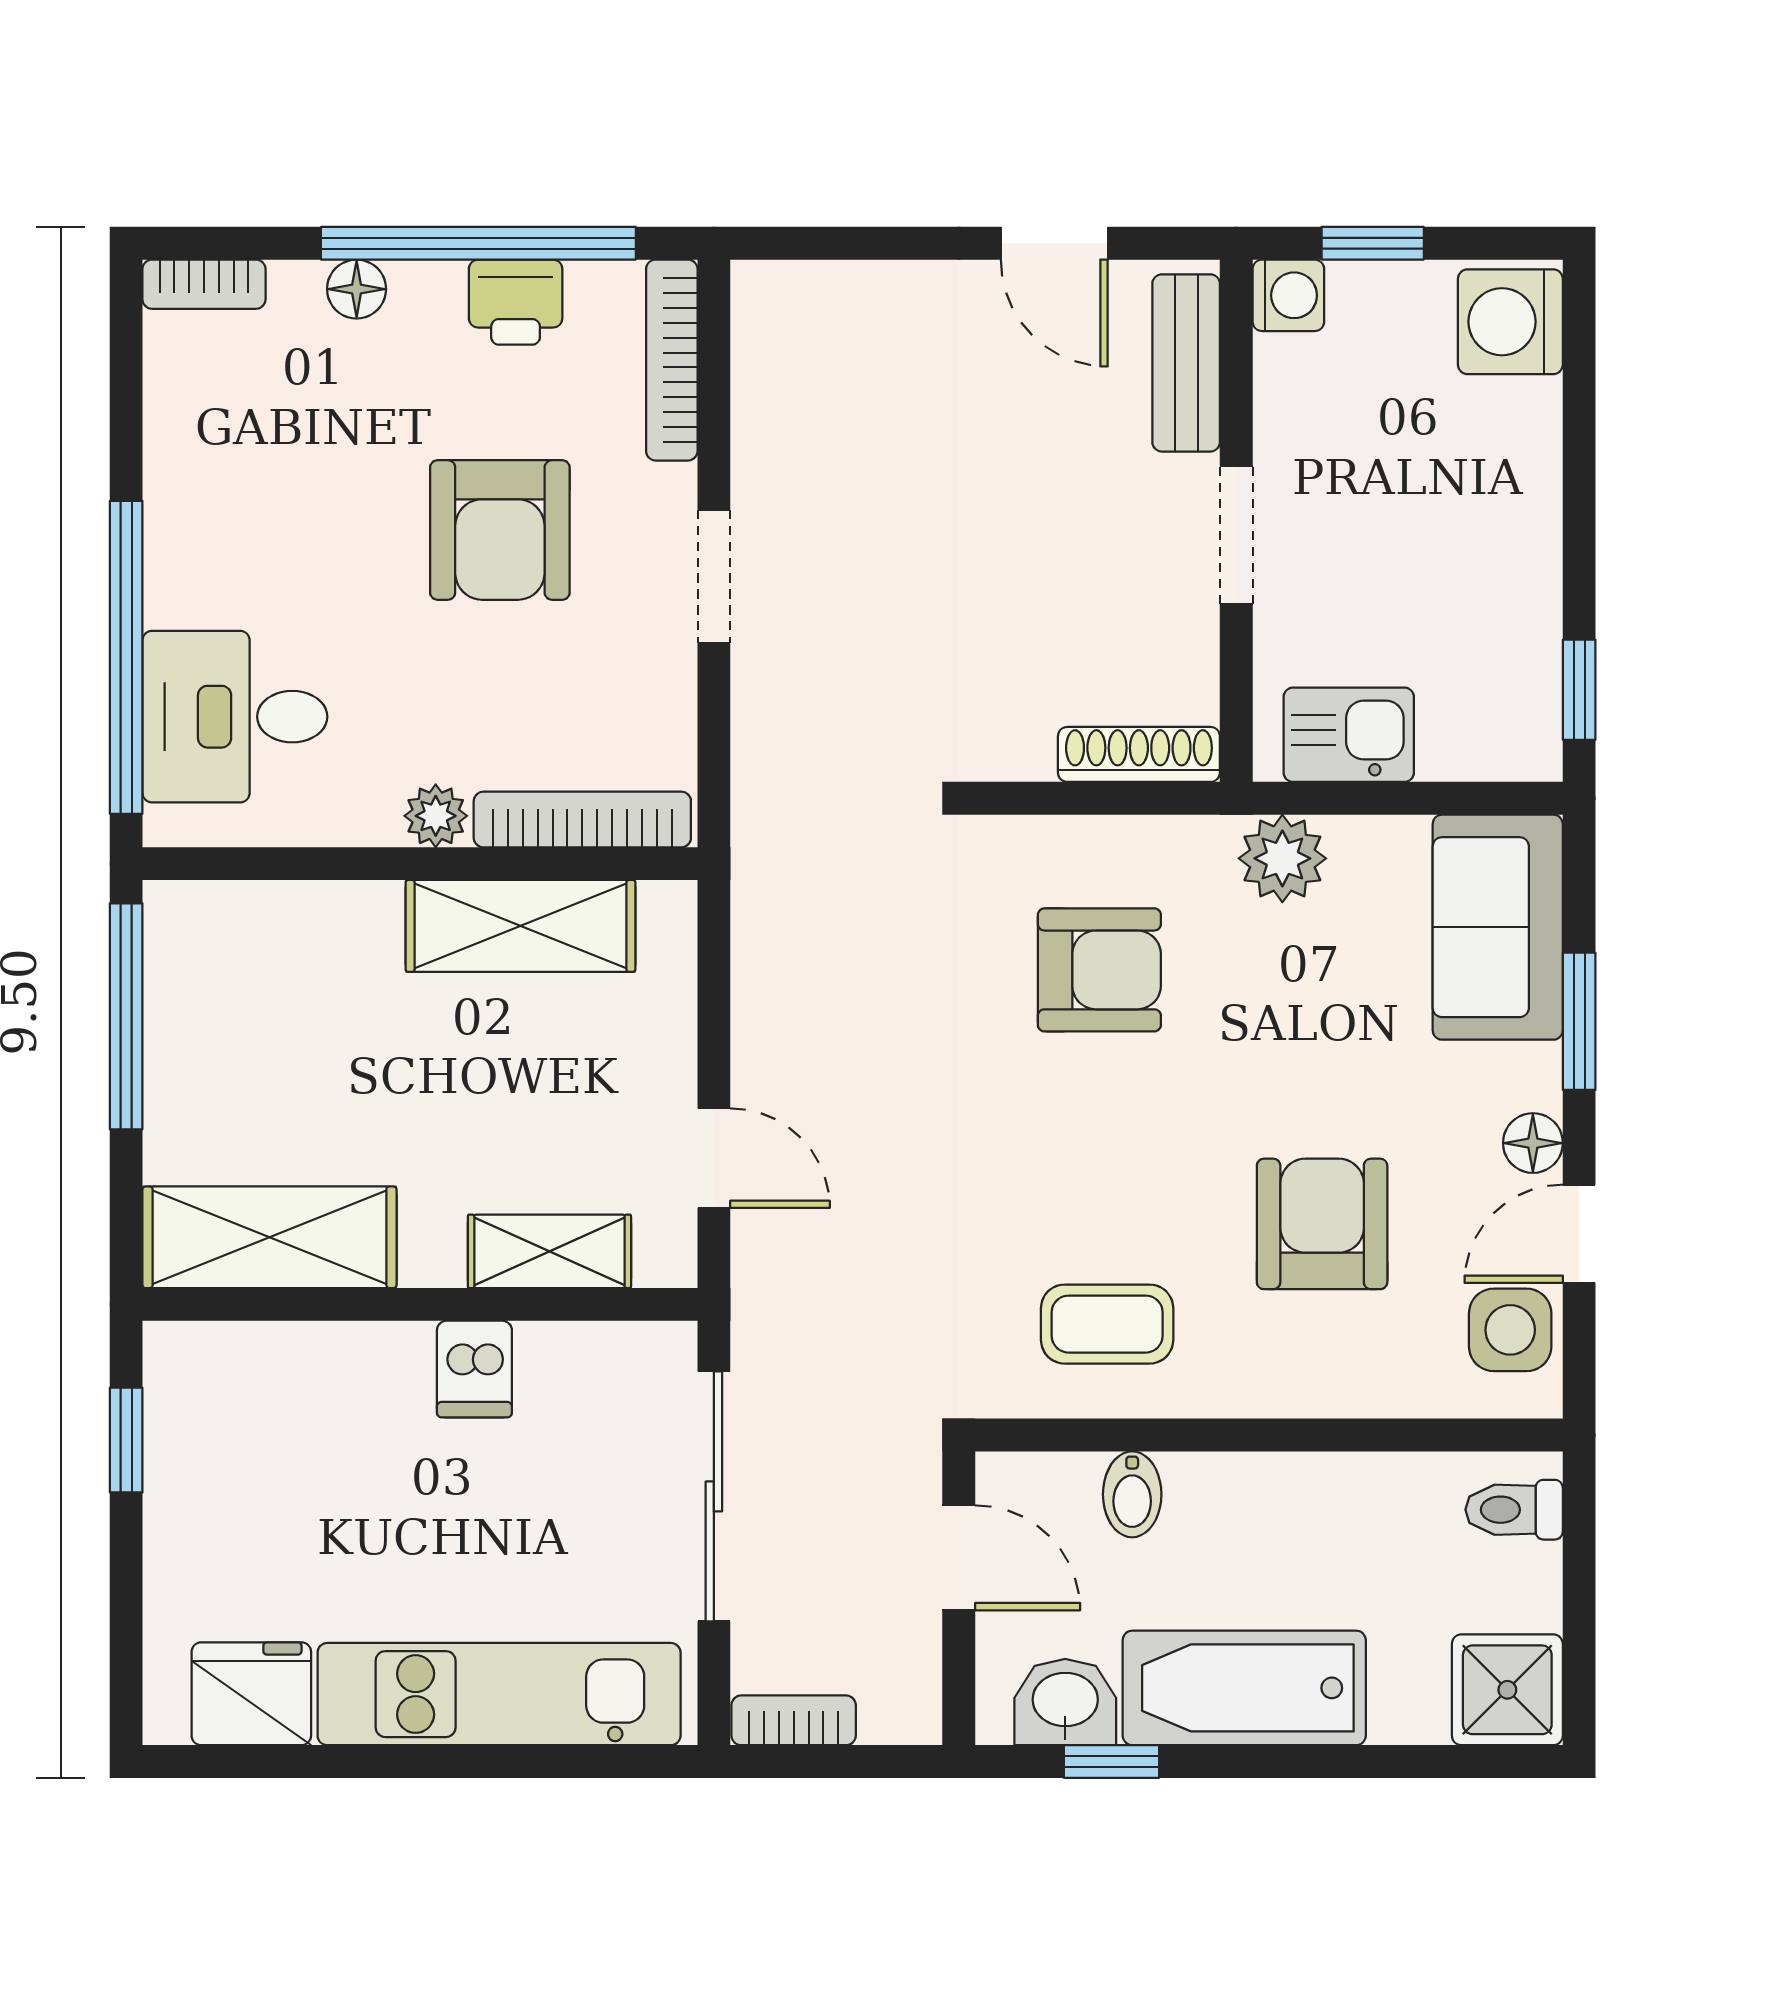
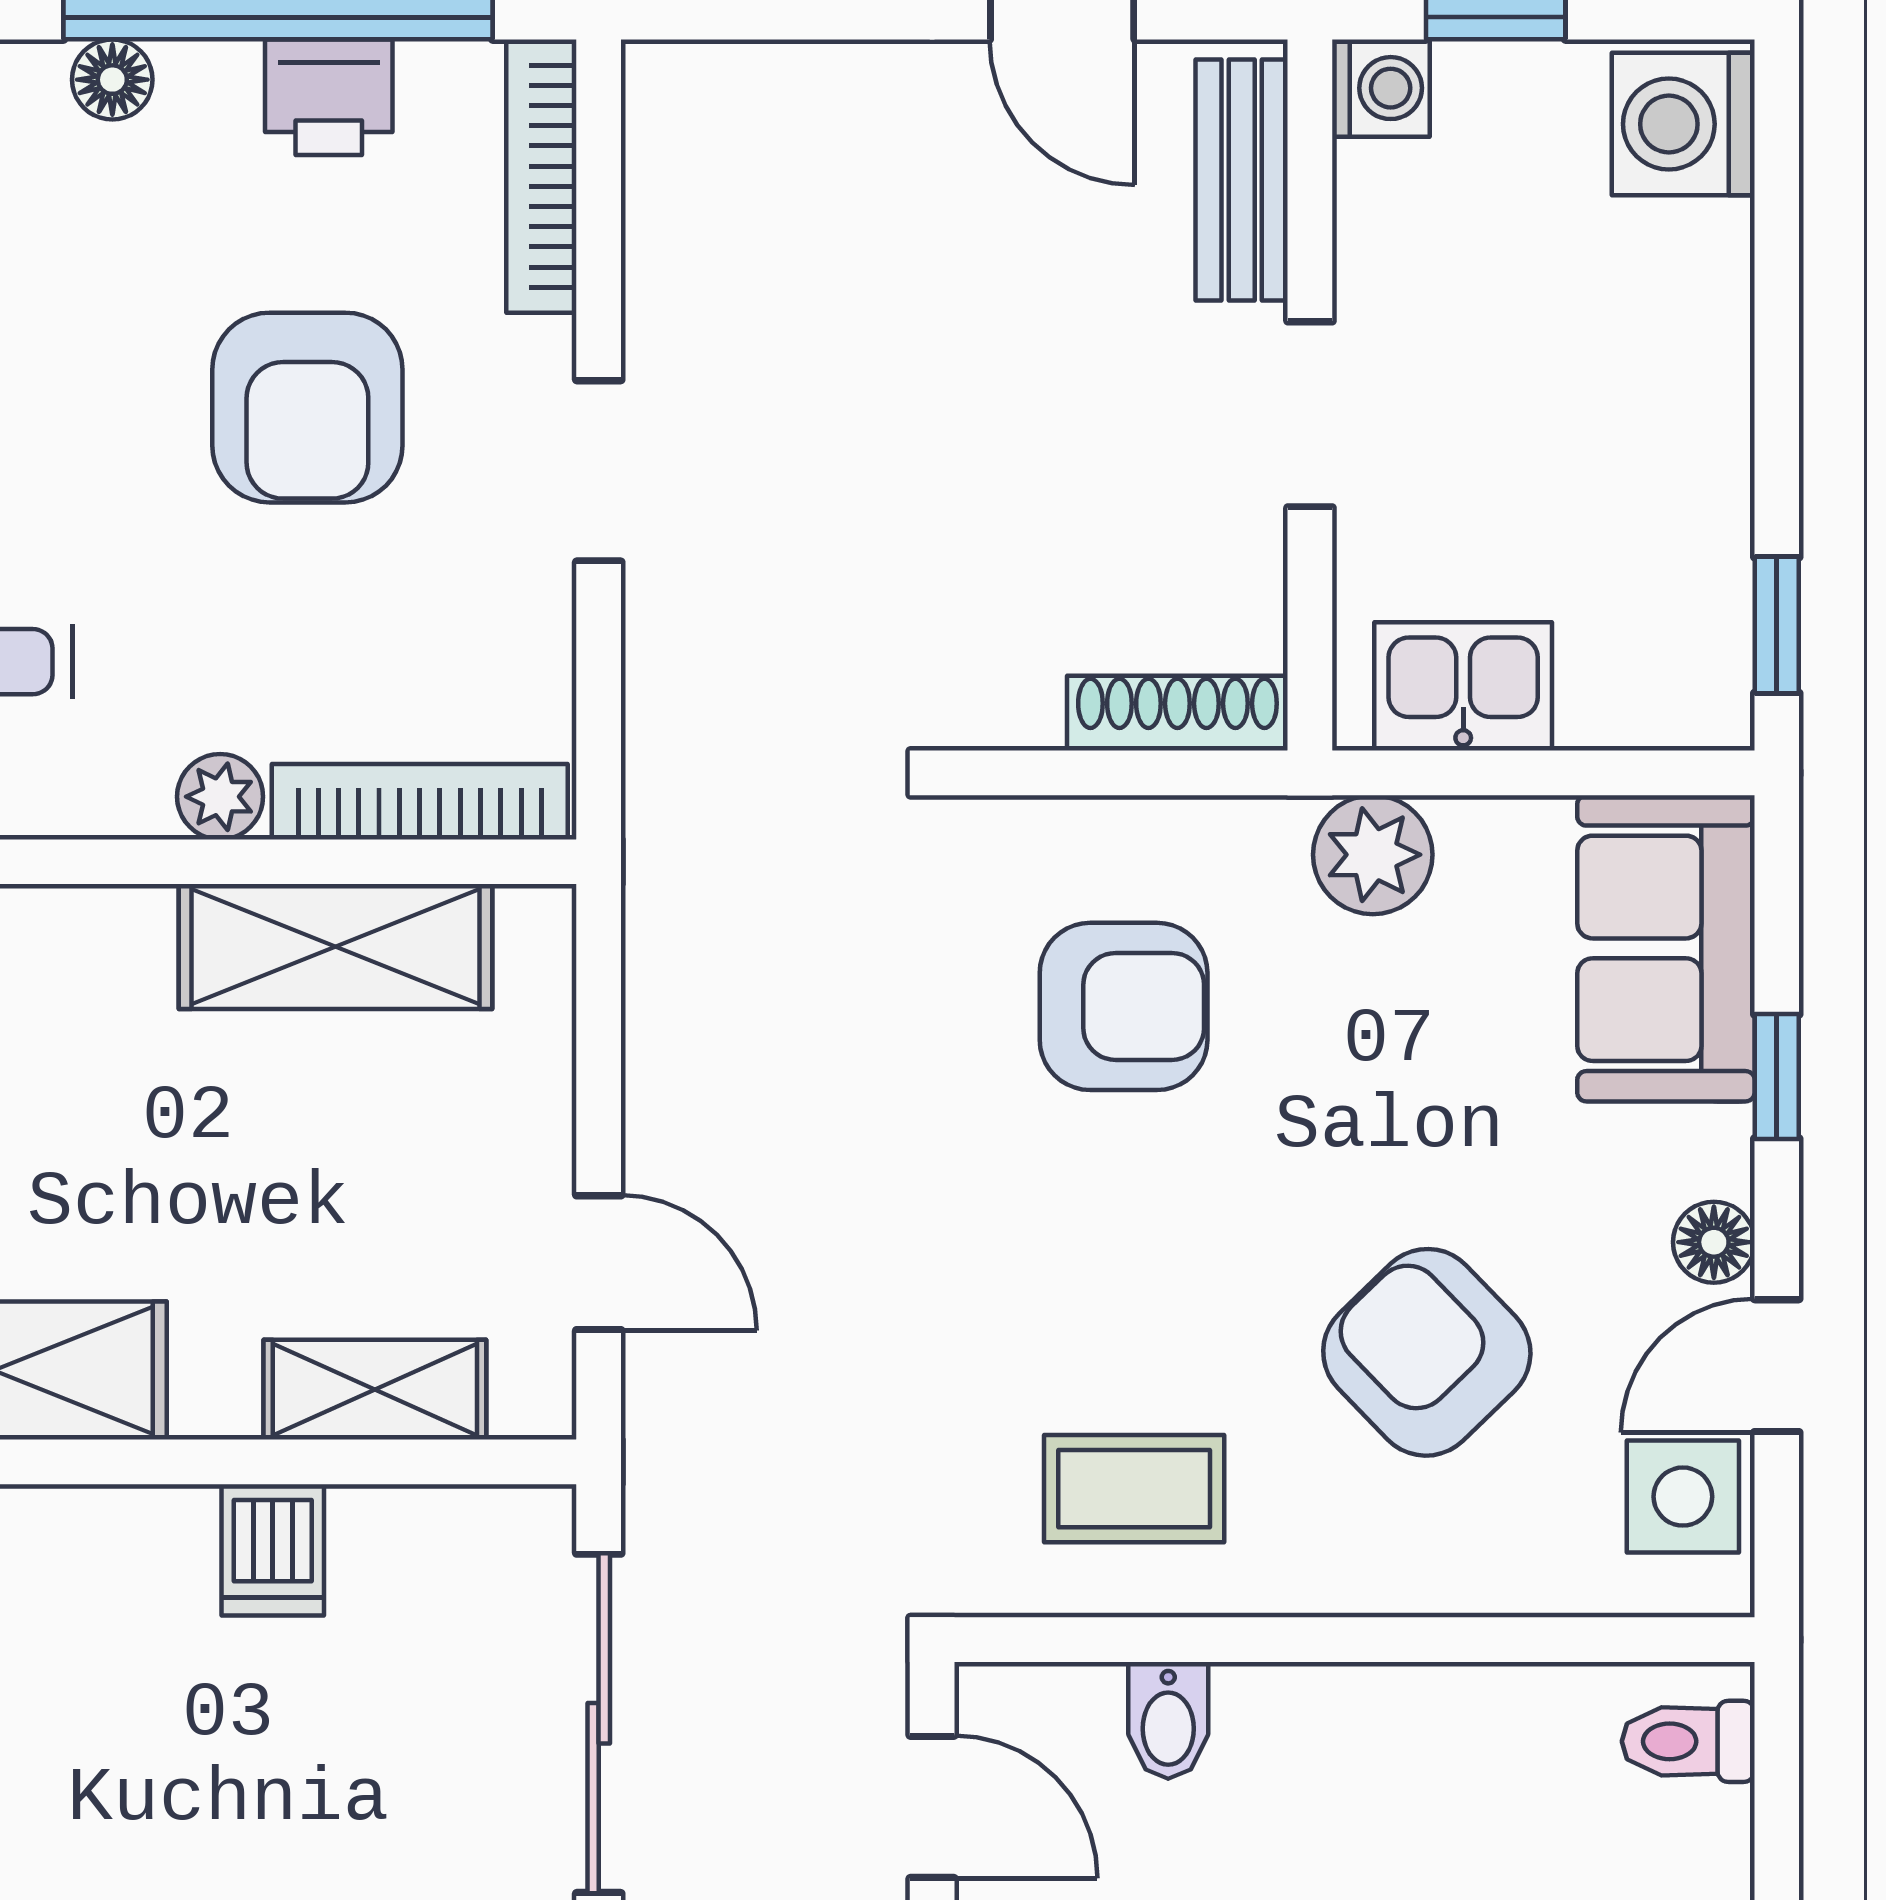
window: (1579, 1021) -> (1777, 1076), width x0.67
armchair: (1322, 1224) -> (1427, 1352), turned -44

